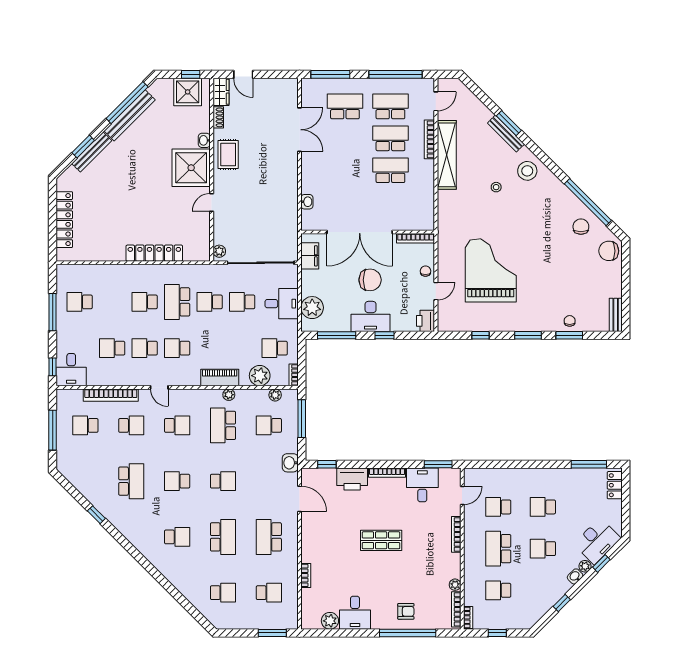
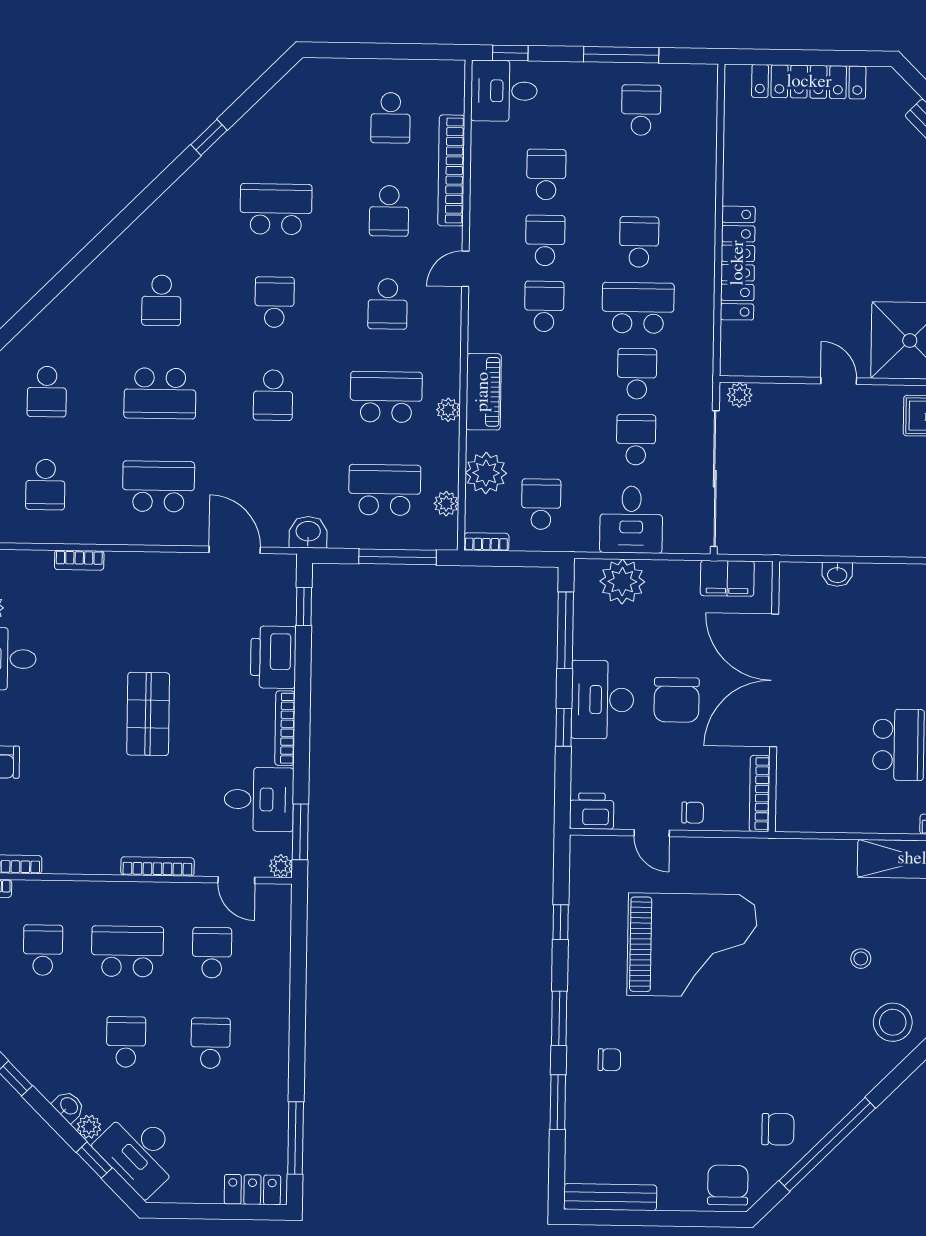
bench: (616, 315) -> (610, 1197), width x1.36
chair: (570, 321) -> (609, 1060), moved
school desk: (85, 425) -> (391, 118), turned 180
school desk: (269, 425) -> (385, 490), width x1.85
window: (53, 430) -> (382, 51), removed
school desk: (131, 481) -> (276, 209), turned 180
door: (300, 499) -> (235, 550), swing flipped
plant: (455, 585) -> (281, 866), moved

